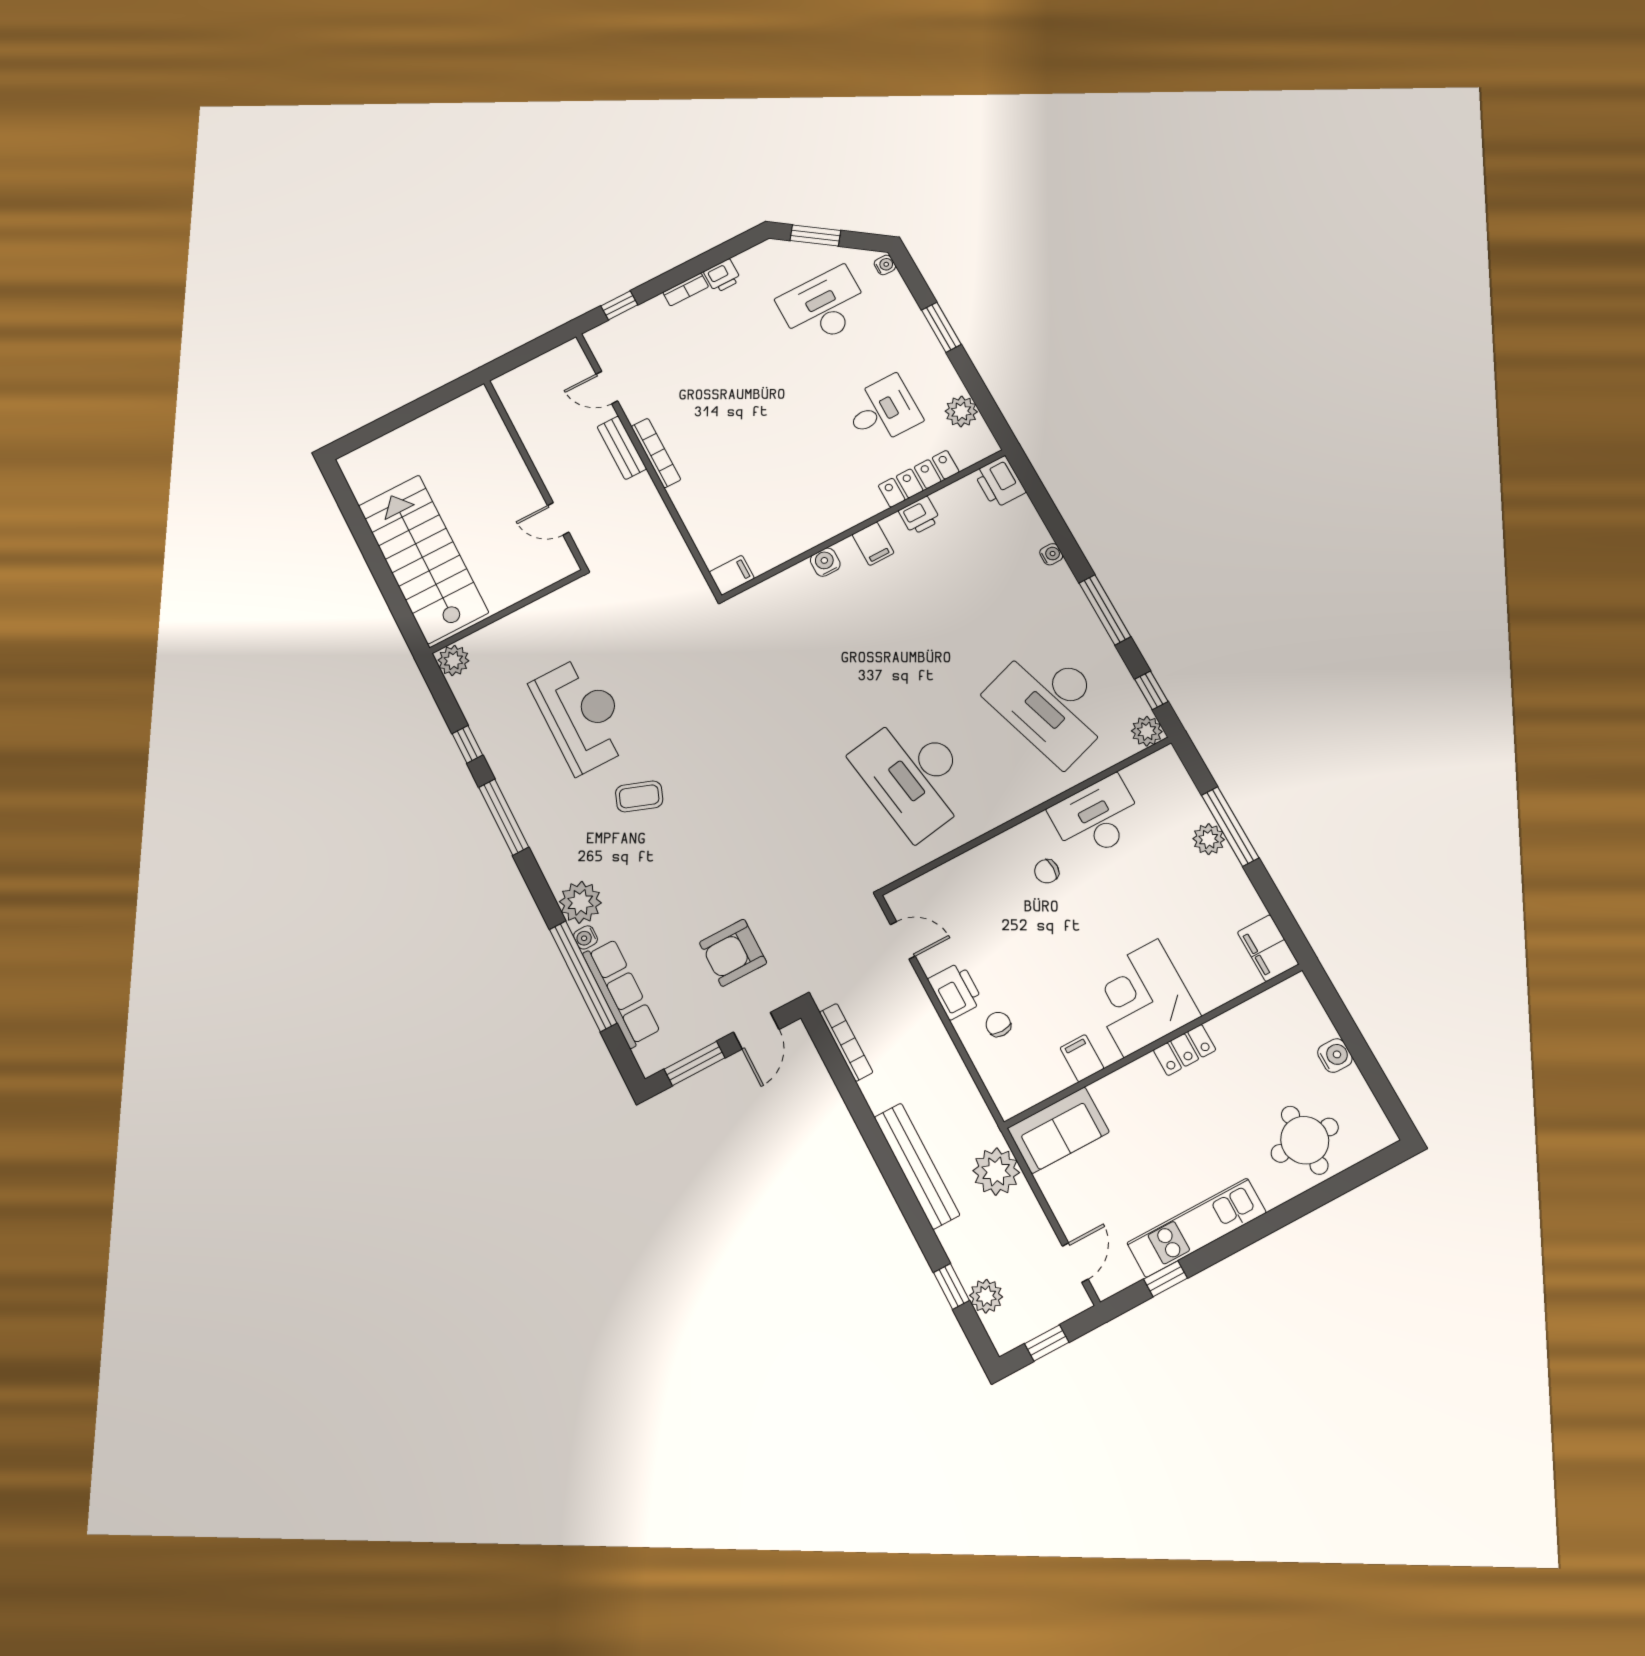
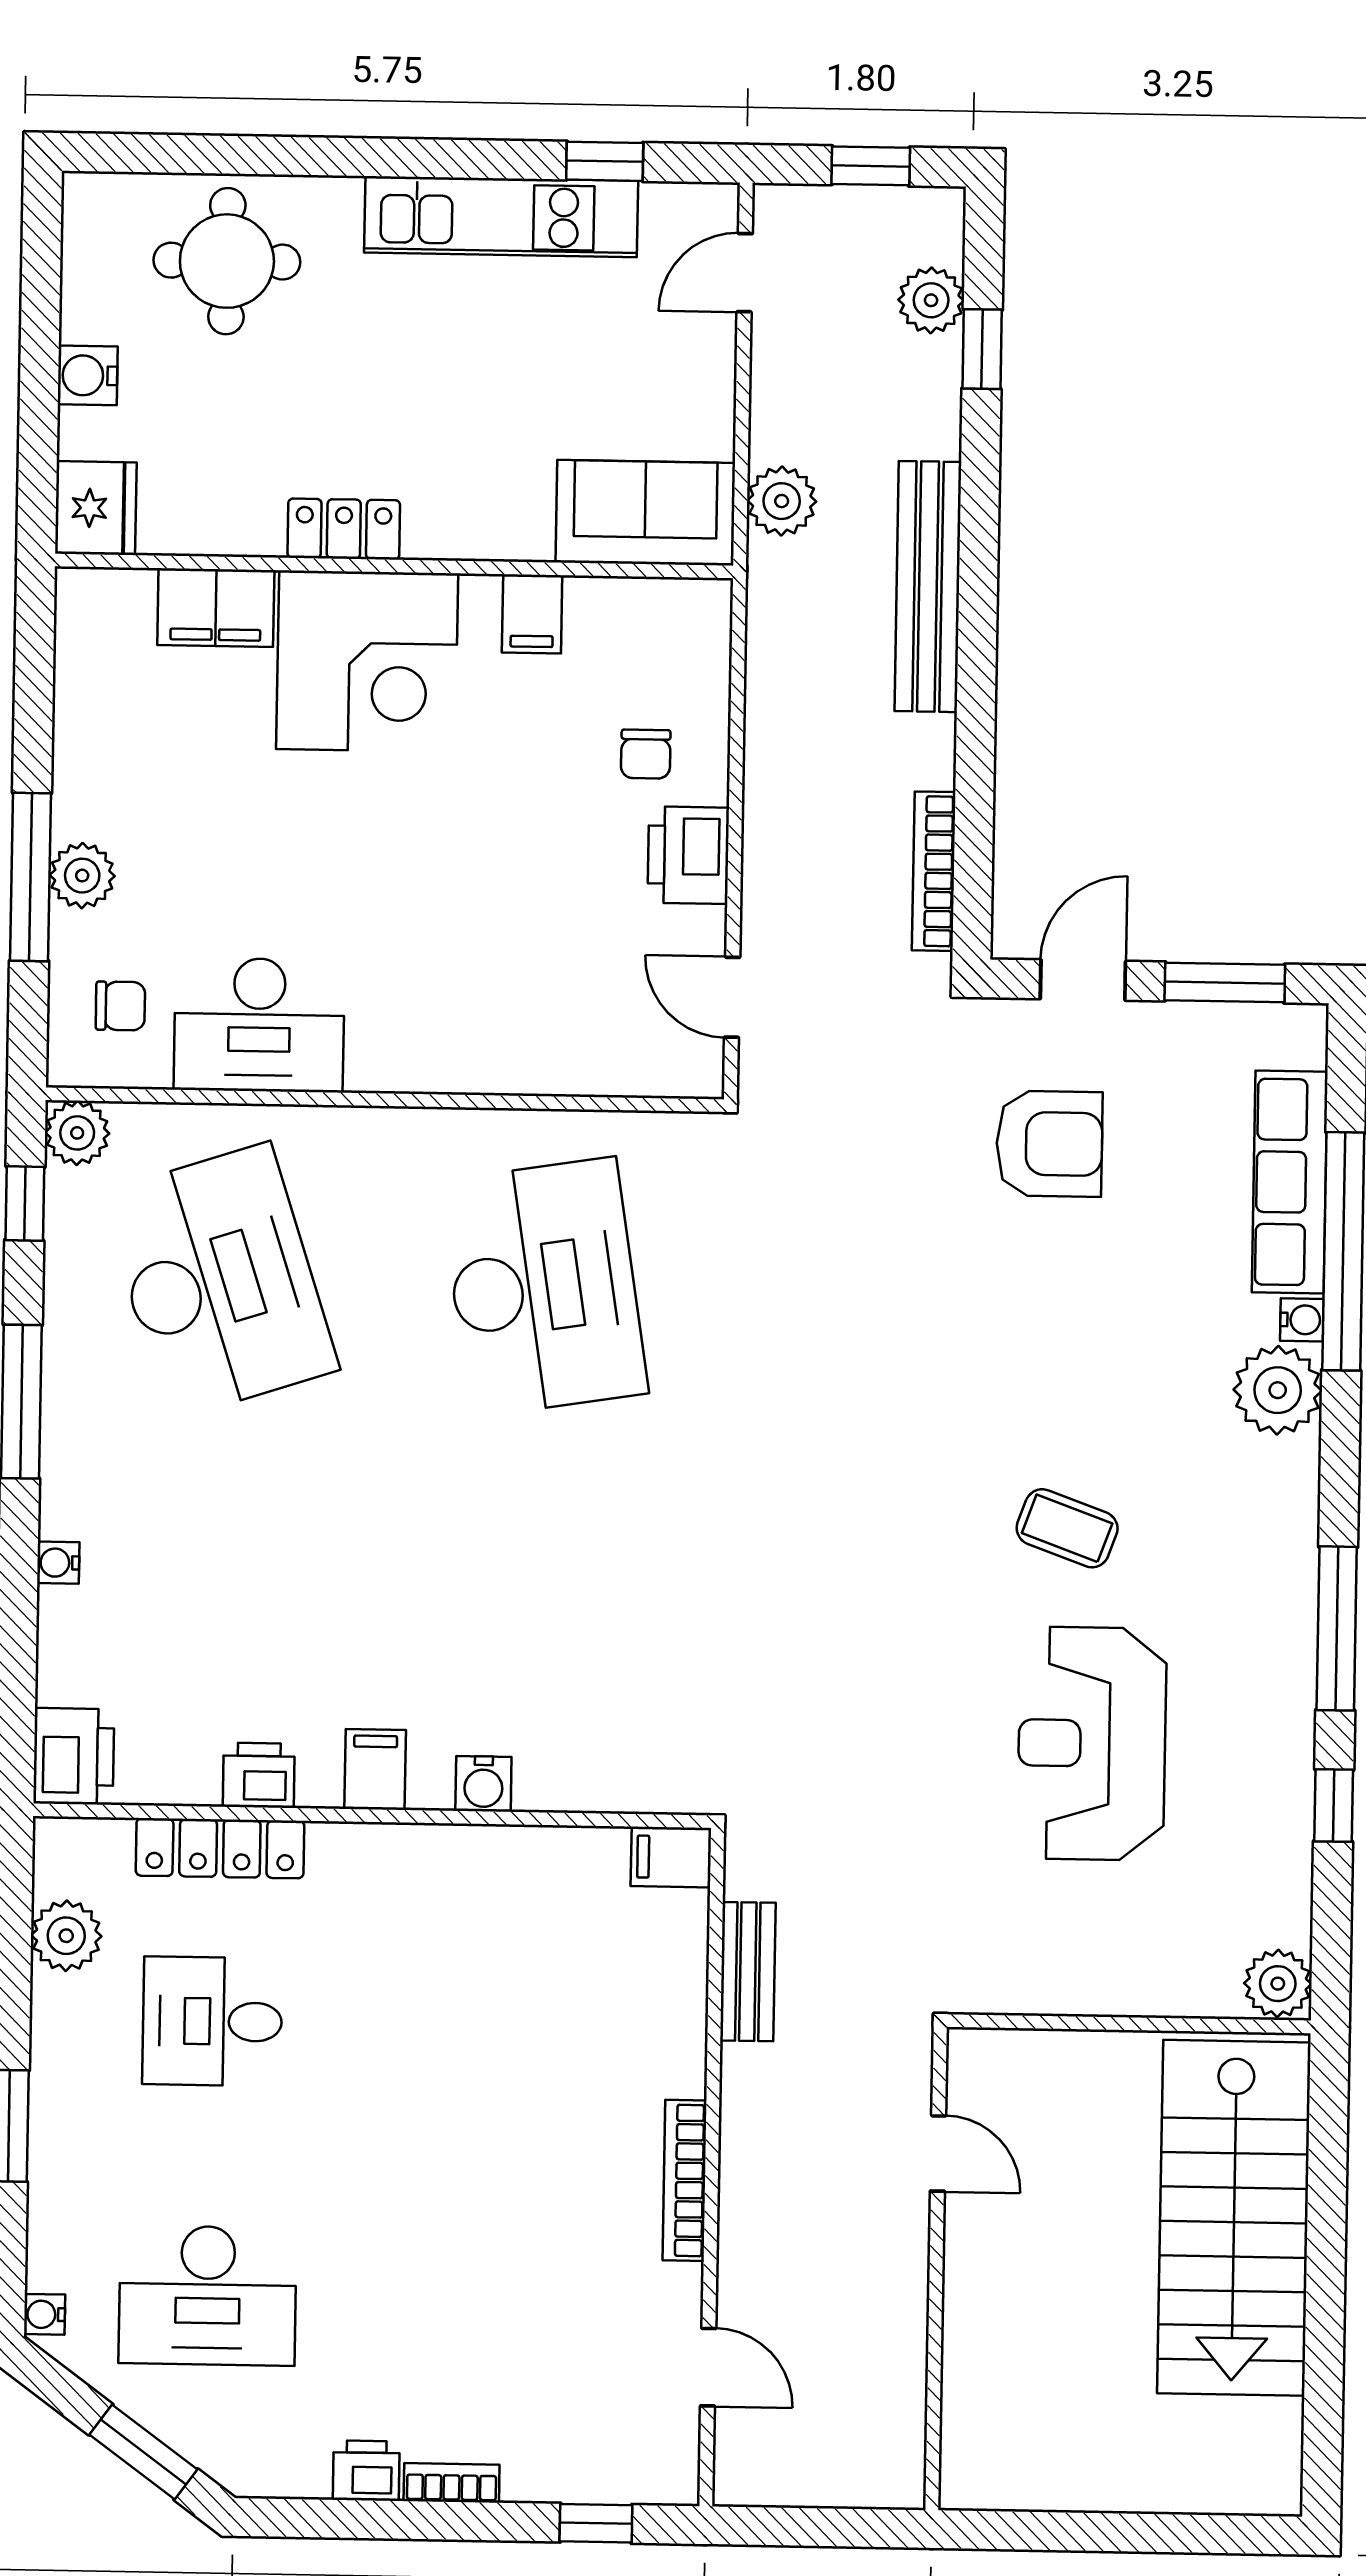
bench: (622, 448) -> (748, 1972), moved
chair: (1047, 871) -> (120, 1006), moved
filing cabinet: (1268, 948) -> (216, 608), moved, turned 90
fridge: (1297, 999) -> (96, 508), added
plant: (996, 1172) -> (782, 501), width x0.73, depth x0.73

